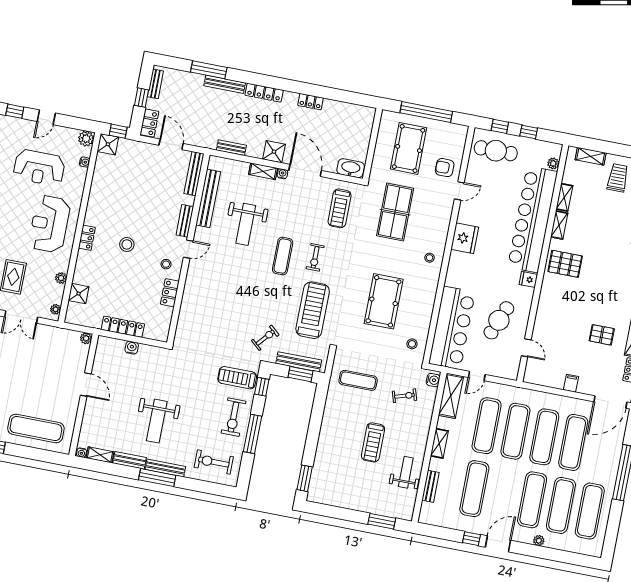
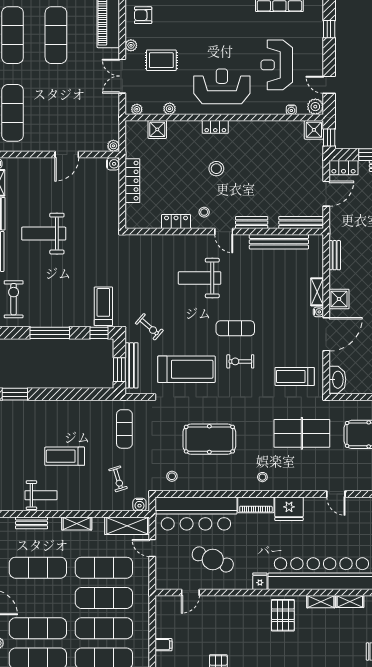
door: (46, 117) -> (329, 85), moved
armchair: (445, 168) -> (356, 475), removed
weight bench: (246, 224) -> (200, 278), moved
piano: (455, 269) -> (256, 505), added
water cooler: (132, 348) -> (113, 164), moved
exercise bike: (234, 417) -> (63, 310), removed

